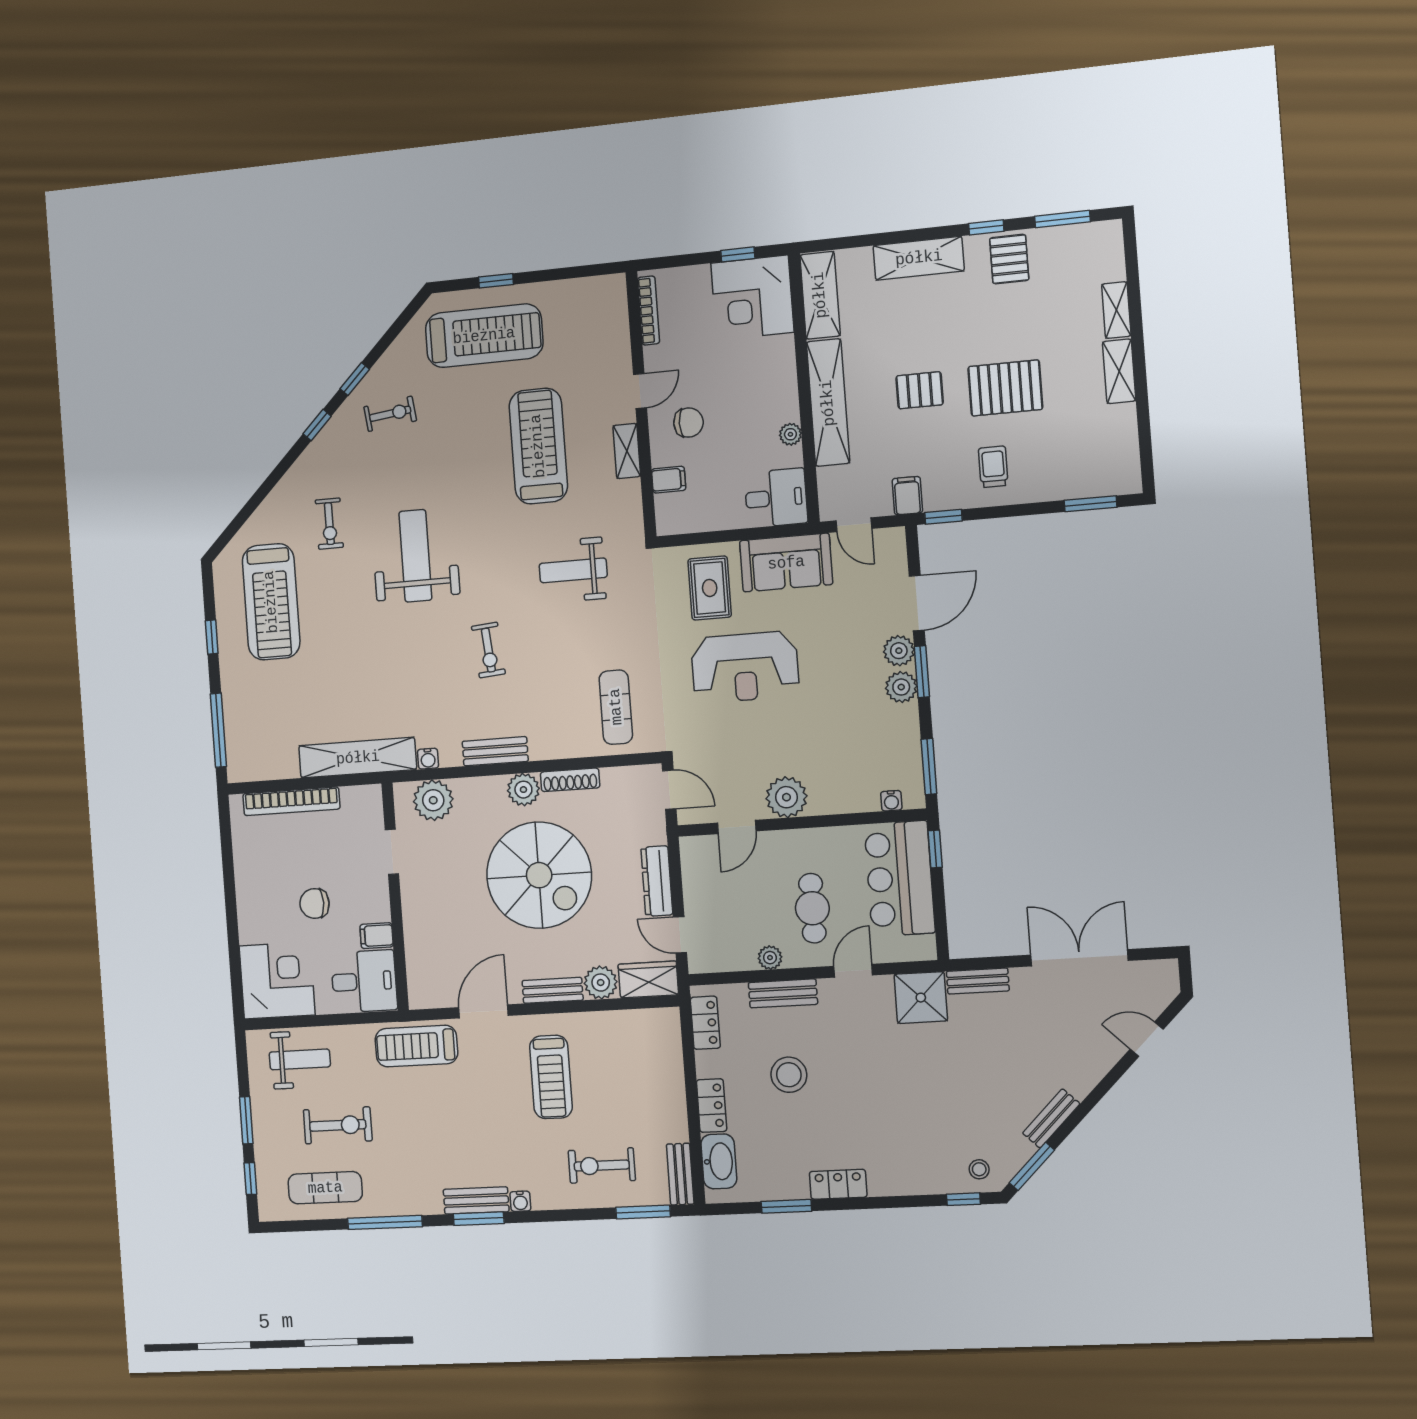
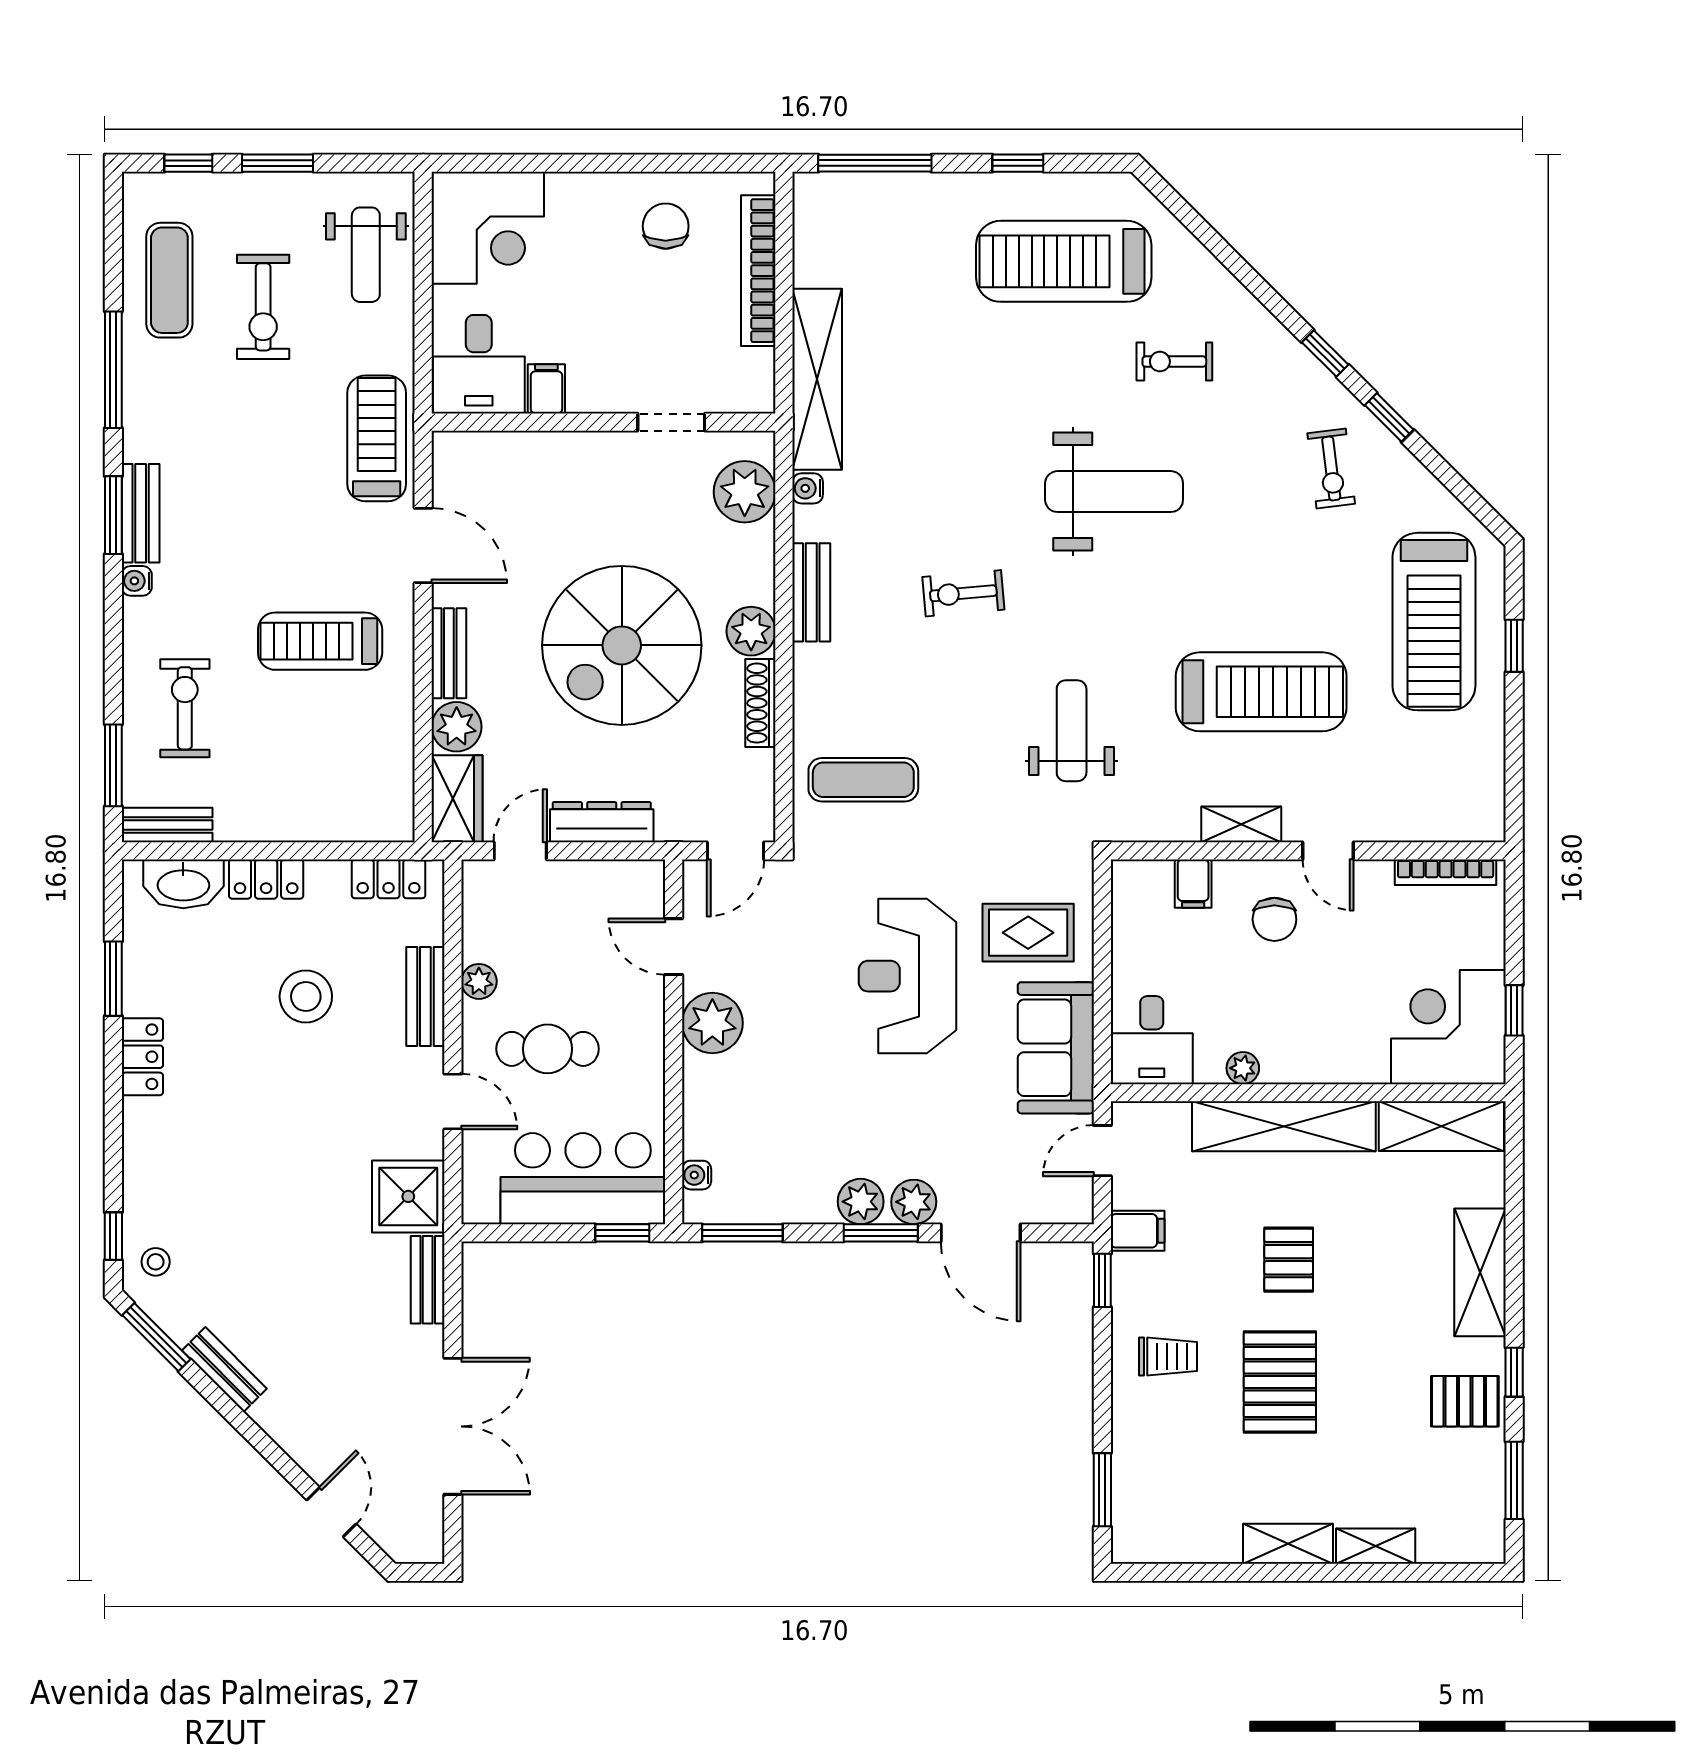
chair: (315, 903) -> (666, 226), moved

